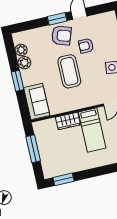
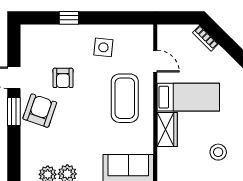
coffee table: (69, 71) -> (125, 98), moved, turned 90
stool: (61, 158) -> (218, 152), added

